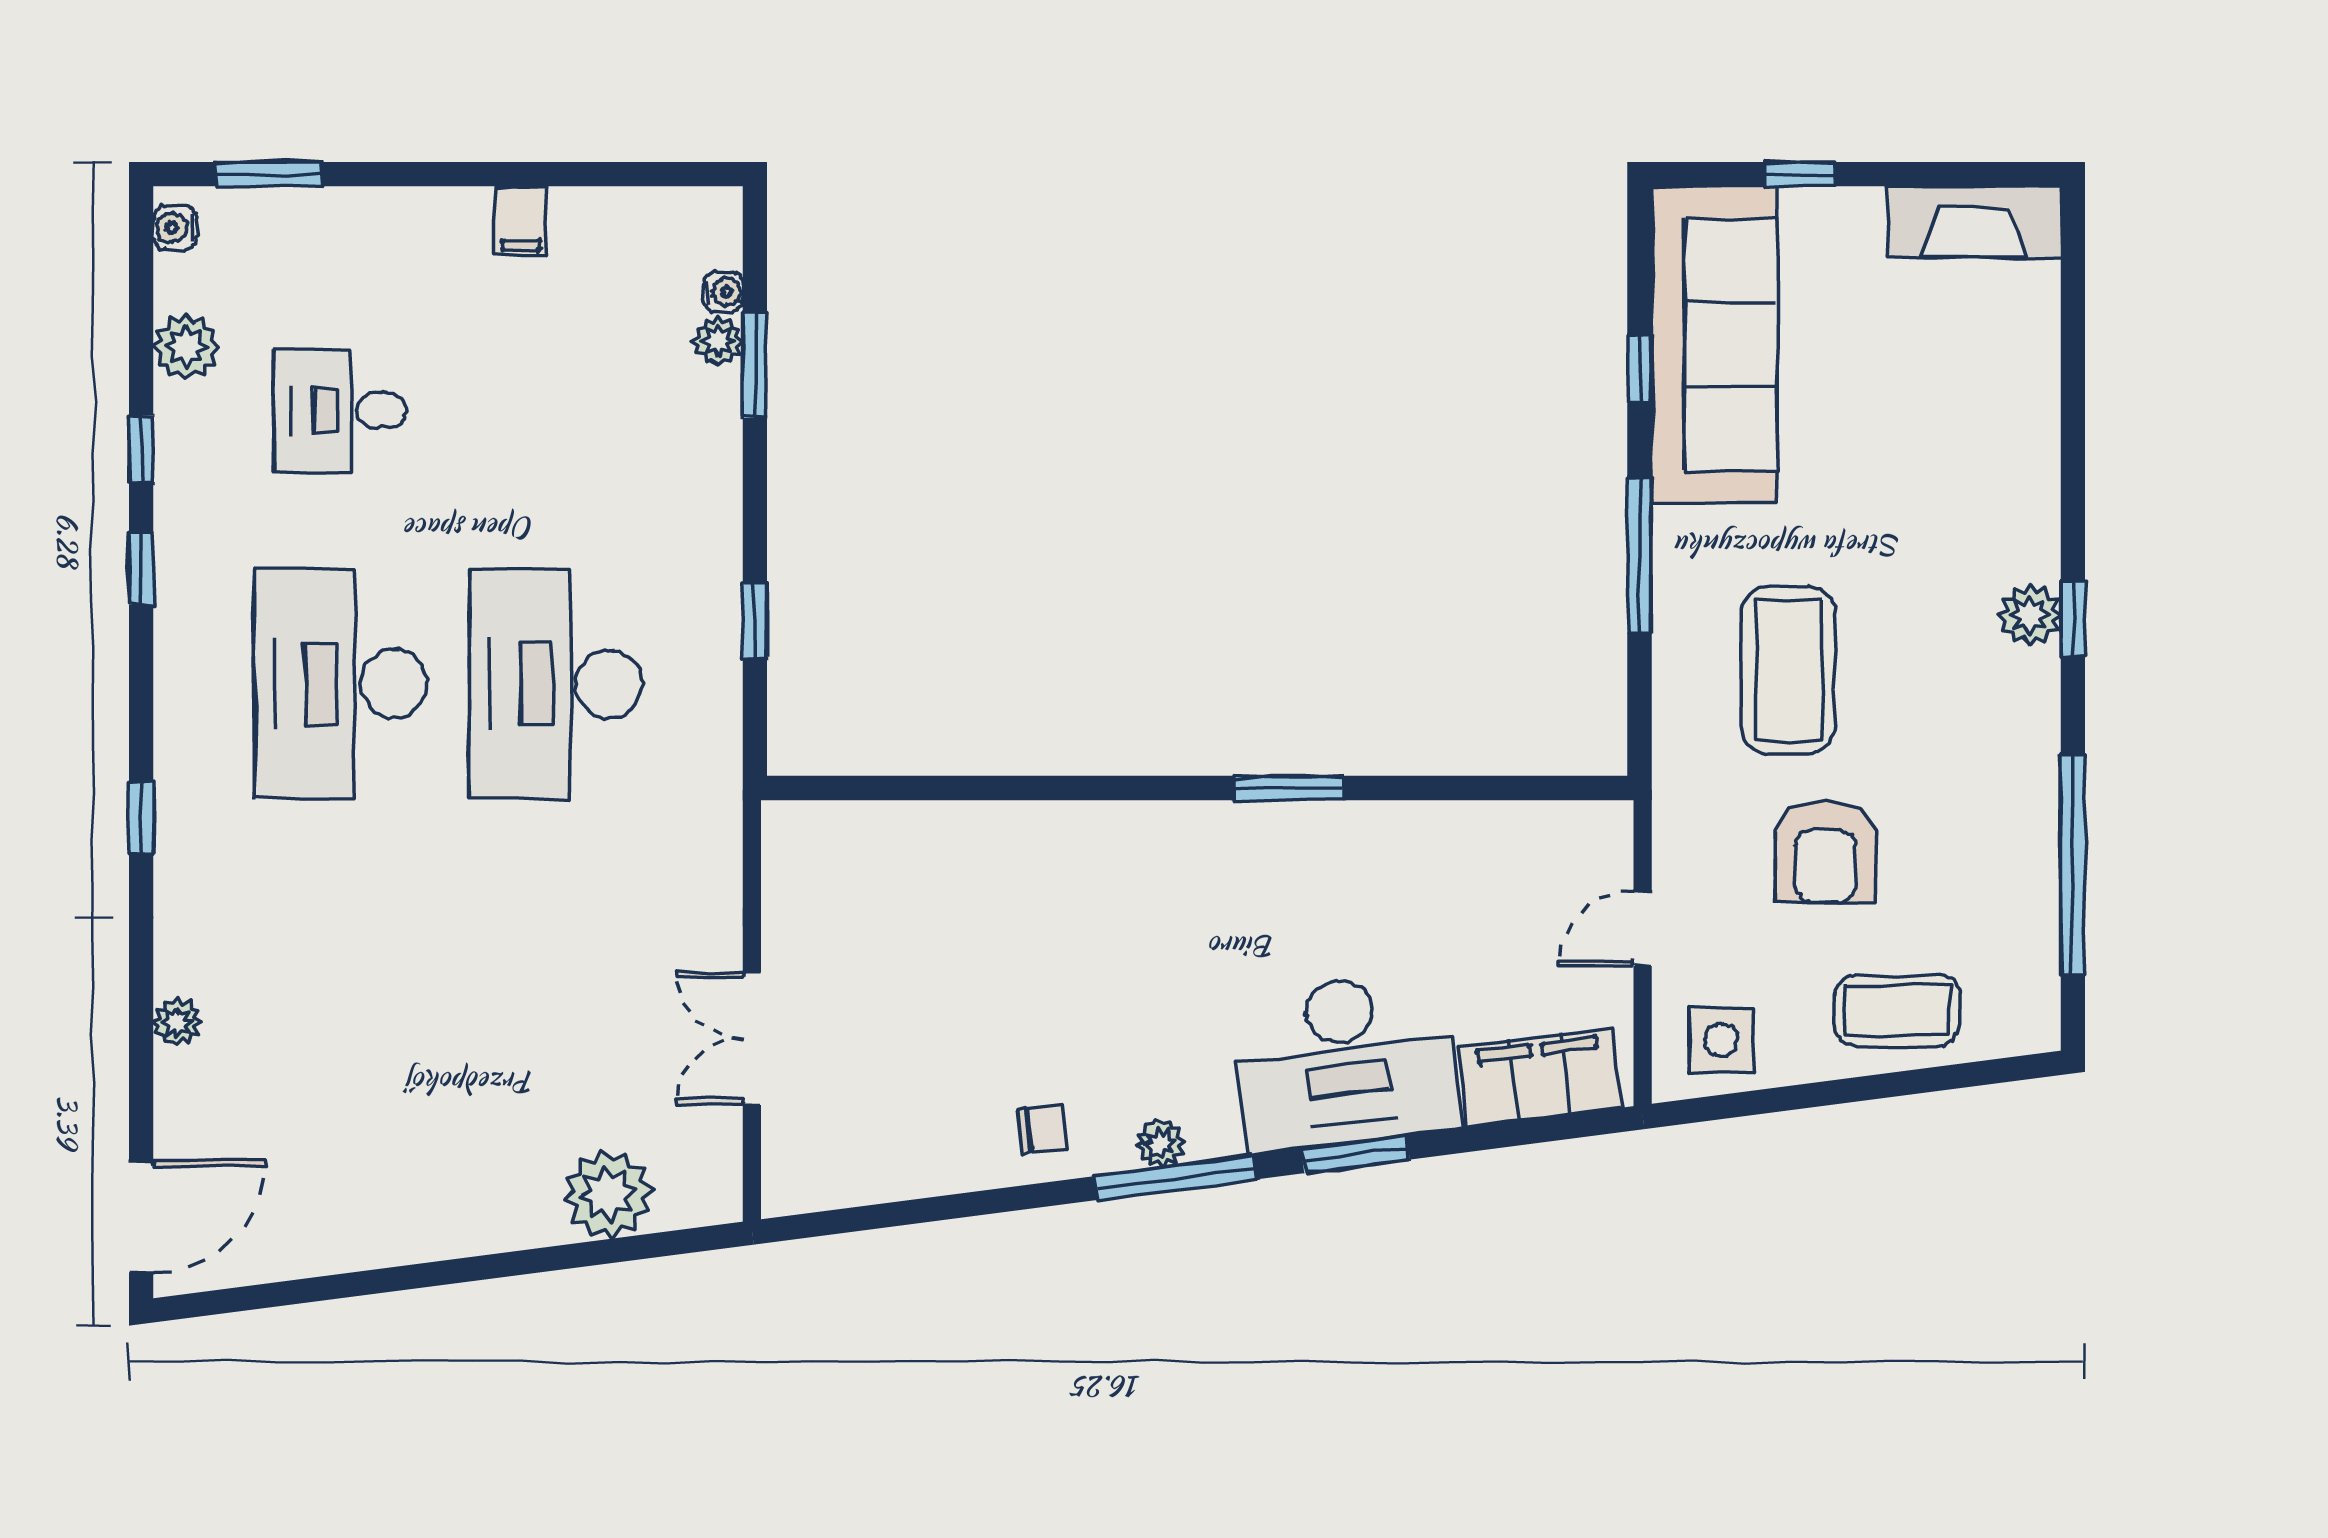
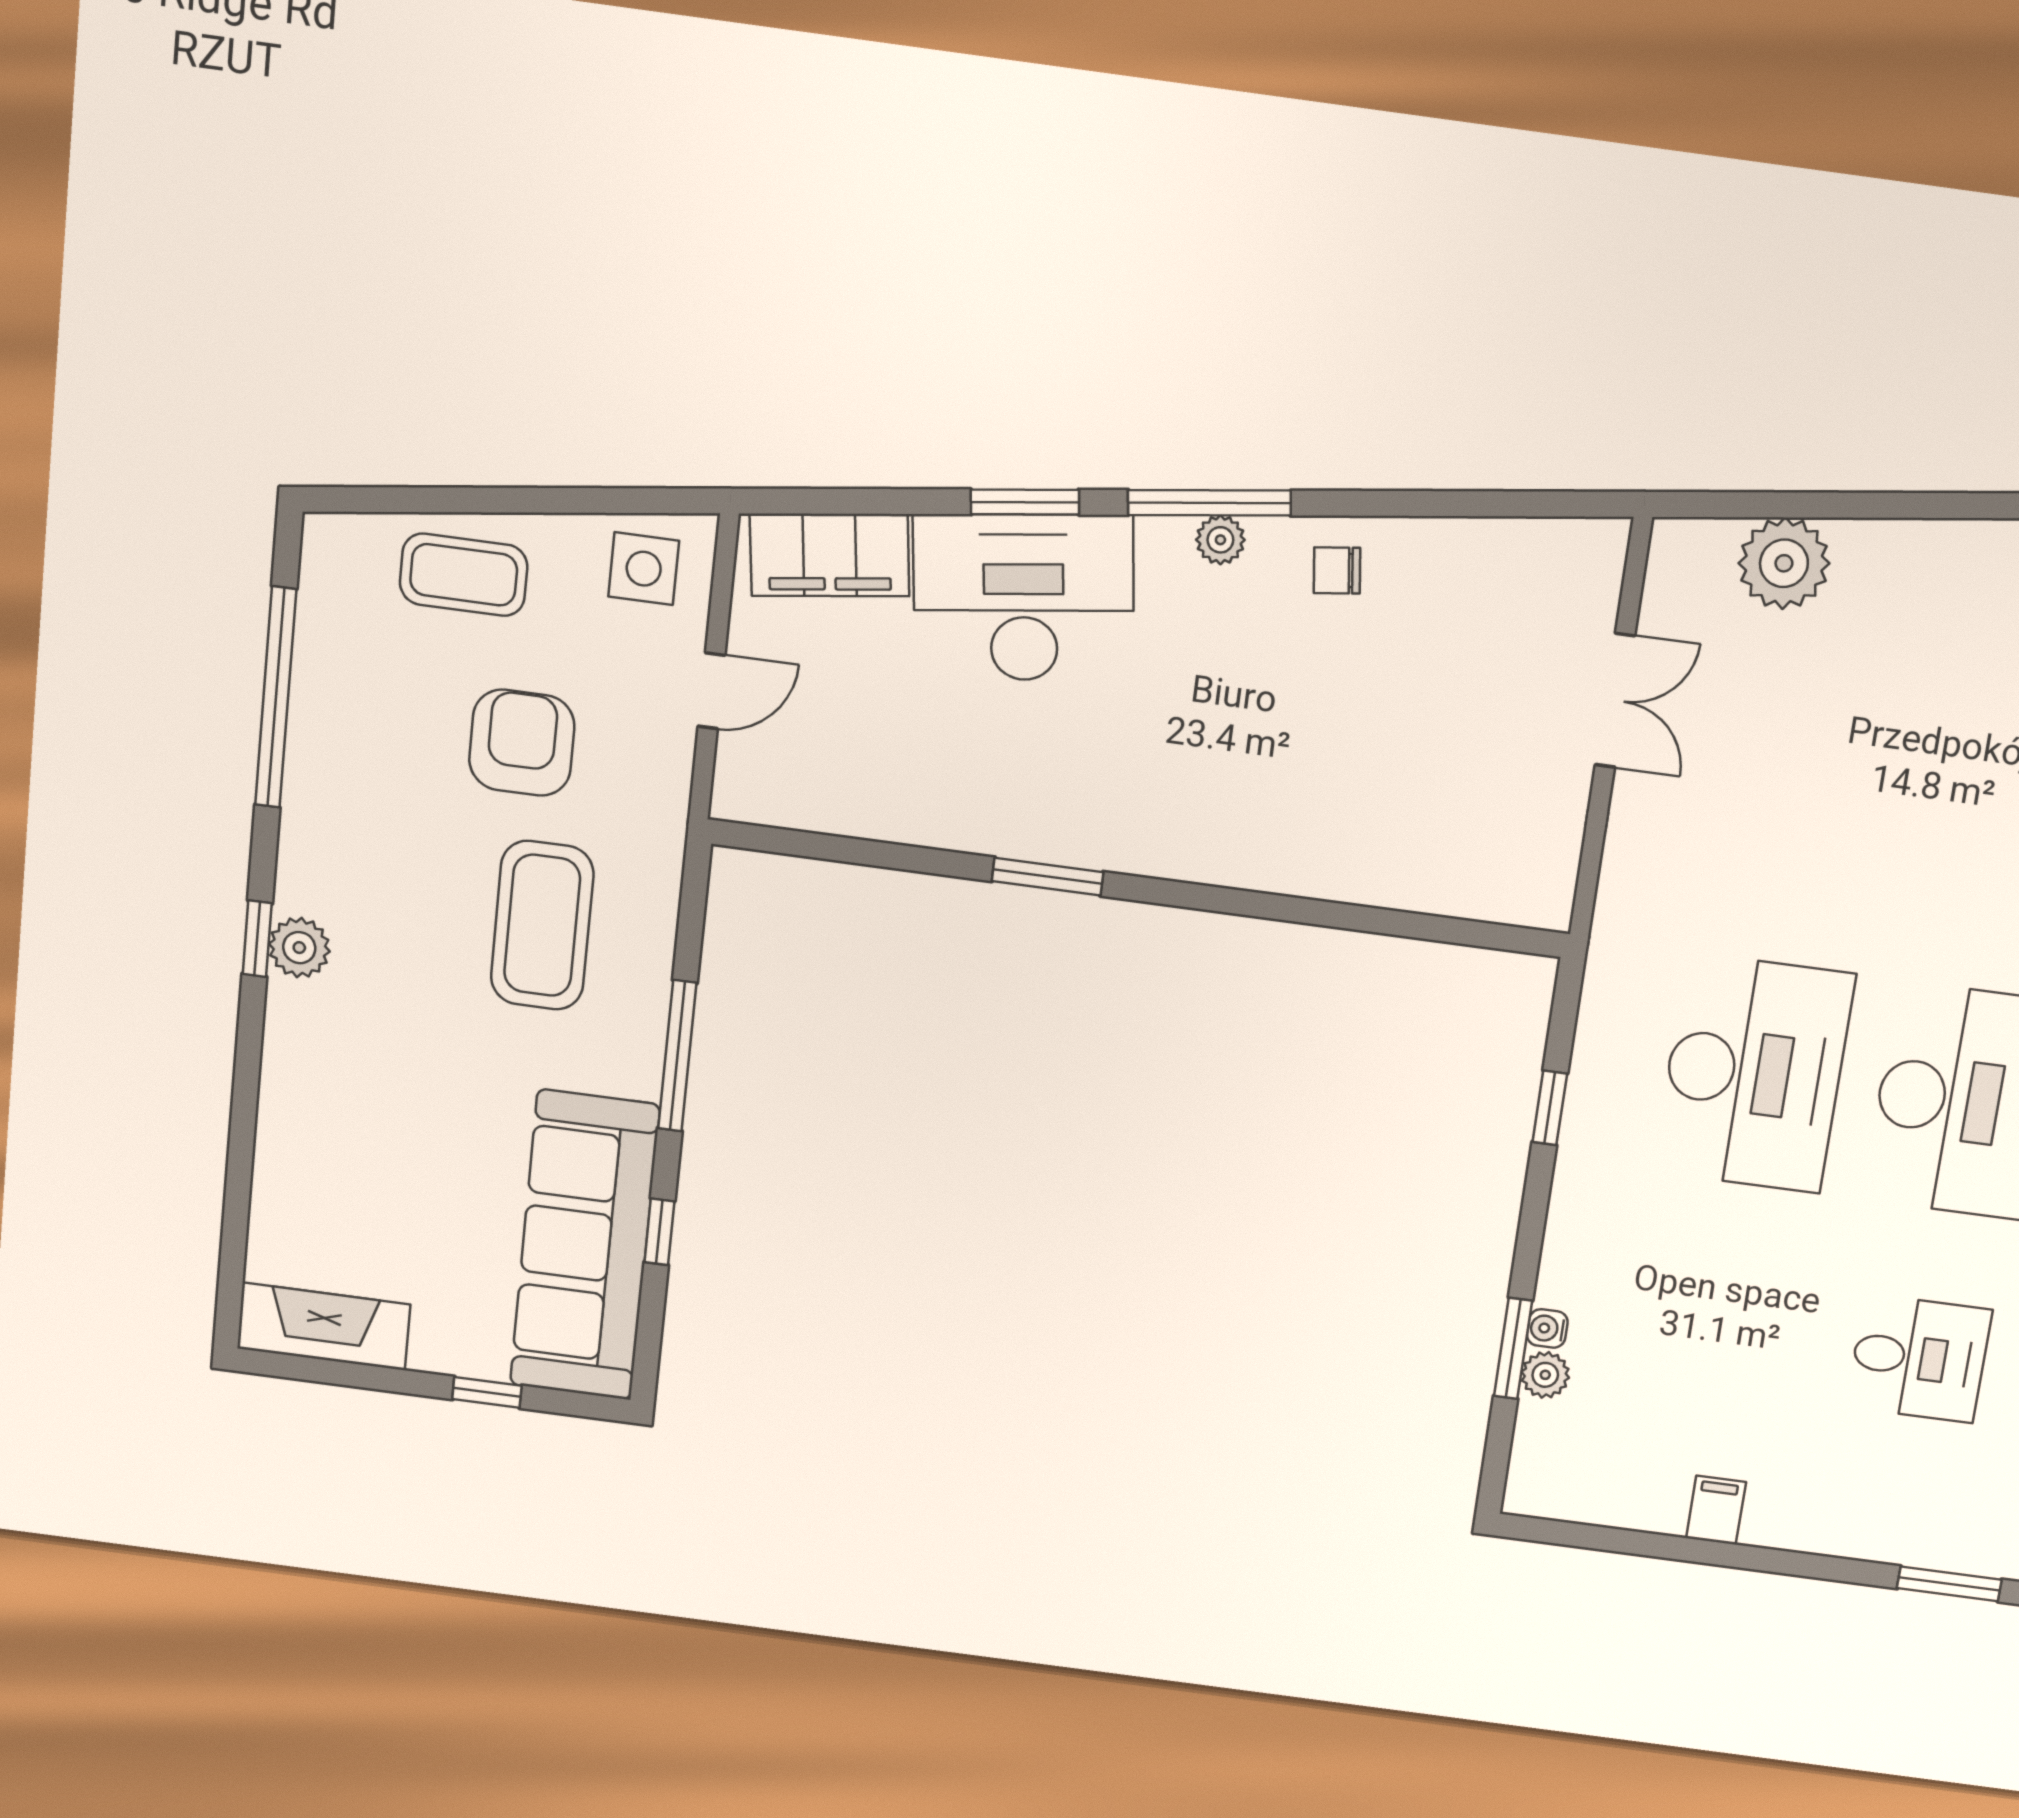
water cooler: (723, 292) -> (1547, 1328), moved

